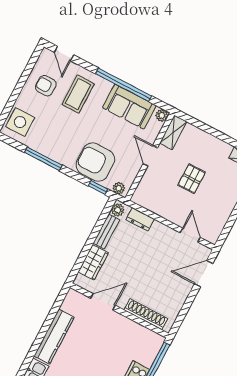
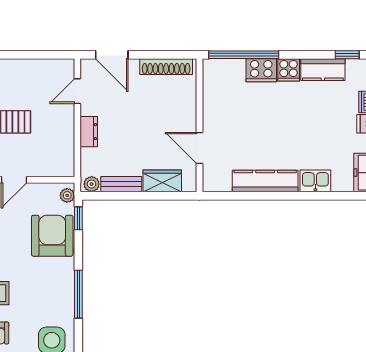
armchair: (95, 162) -> (52, 236), turned 180
dresser: (140, 219) -> (89, 132), moved
shoe rack: (146, 314) -> (166, 67), moved, turned -90

